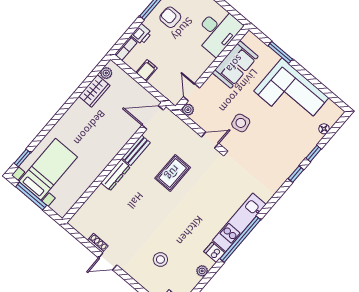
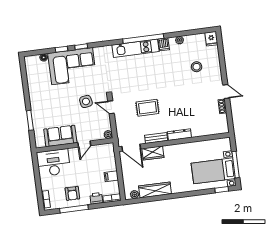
wardrobe: (94, 91) -> (155, 190), width x1.50
door: (191, 92) -> (84, 144), moved
corner sofa: (291, 94) -> (72, 66), moved, turned 90
wardrobe: (126, 132) -> (153, 153), added

